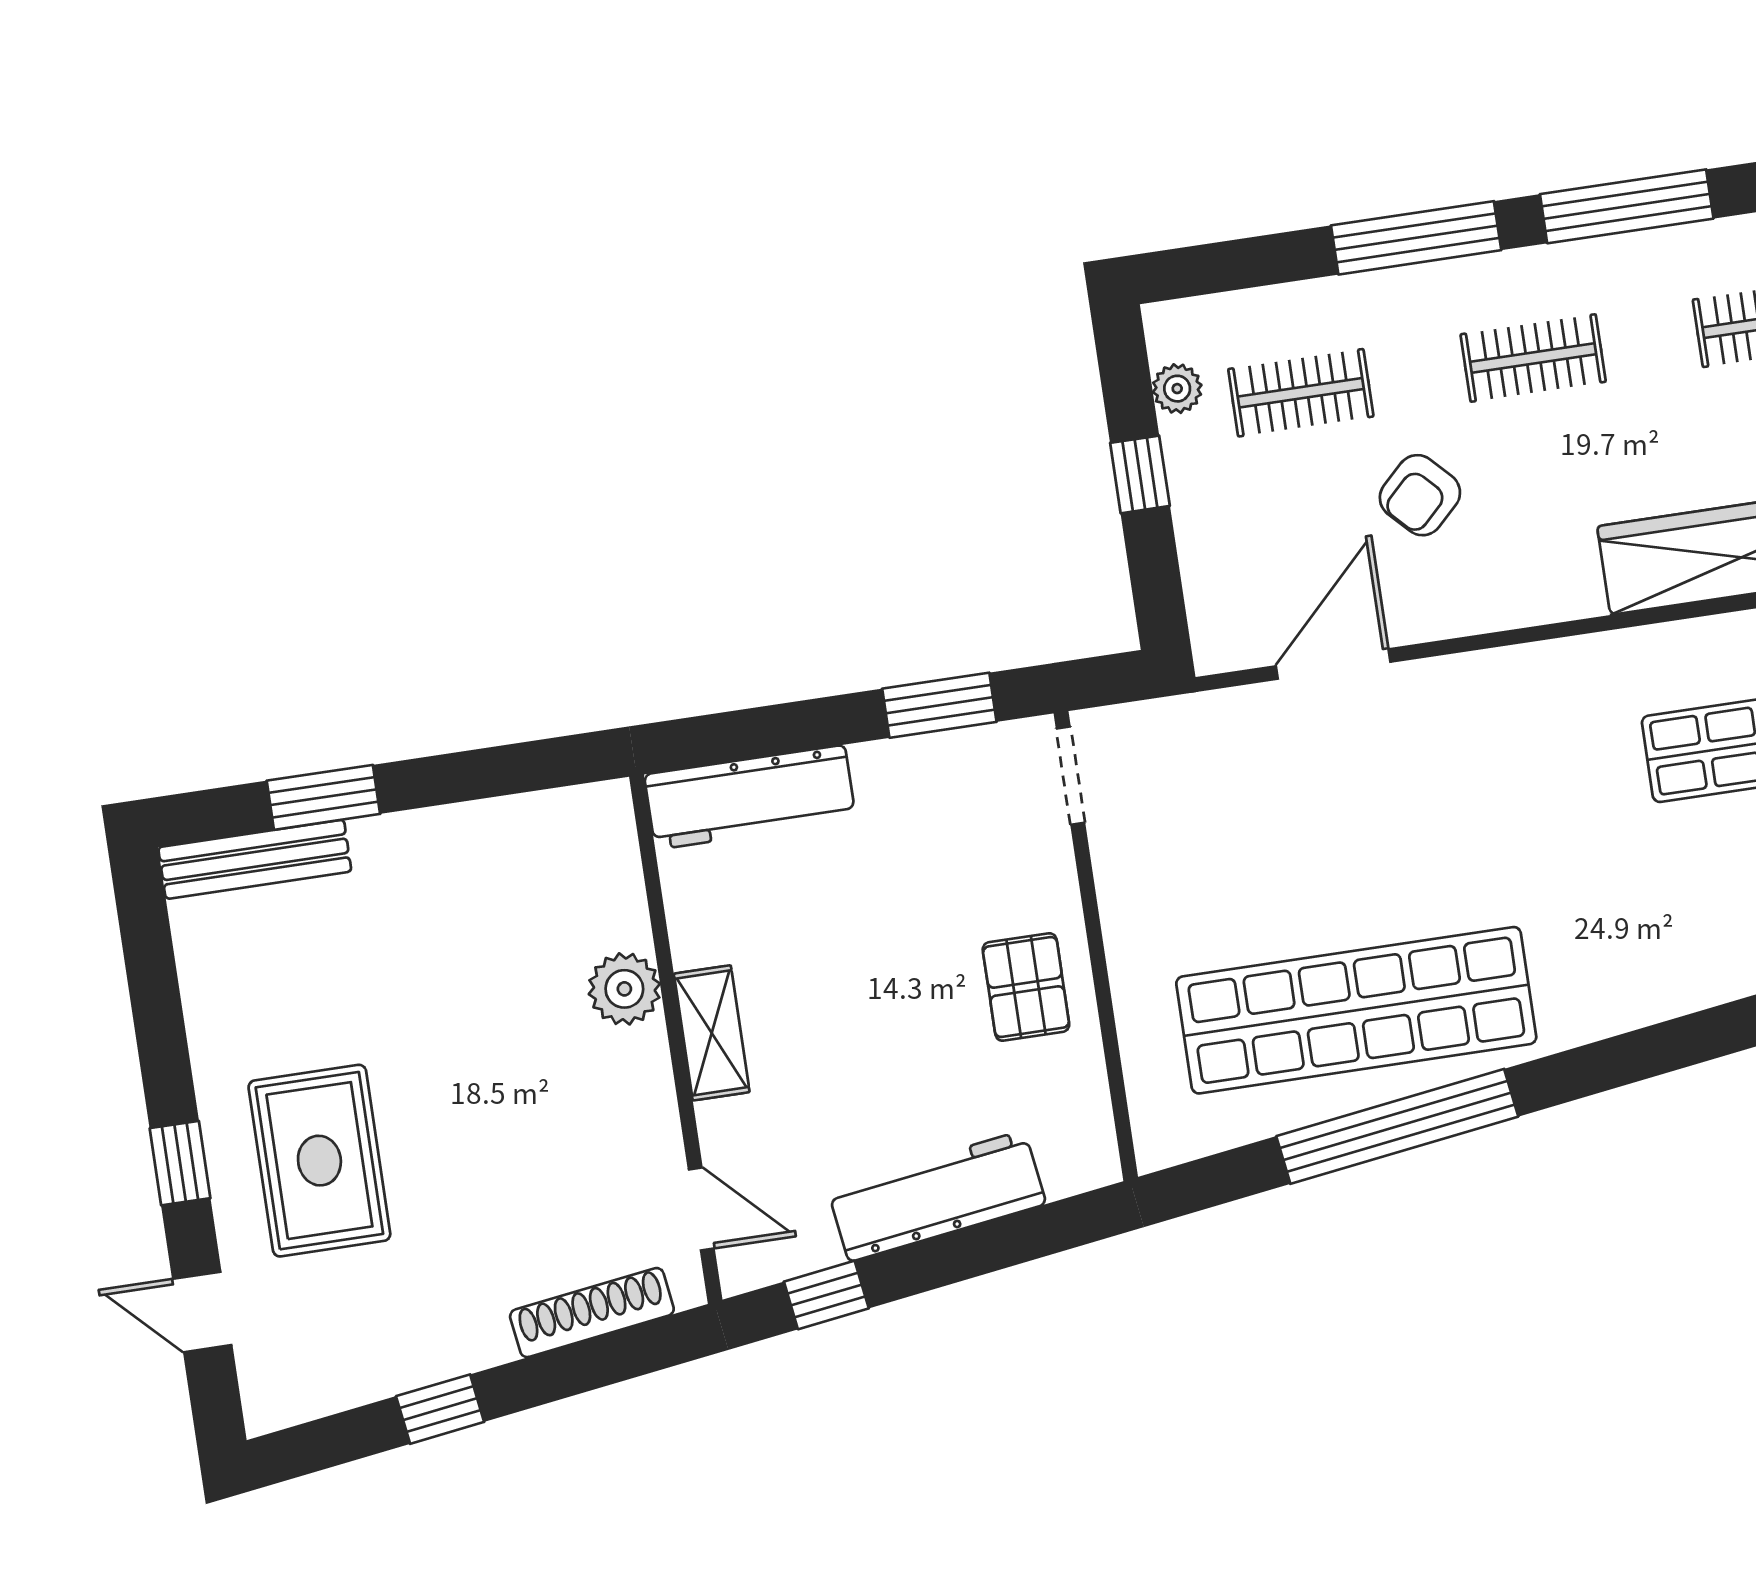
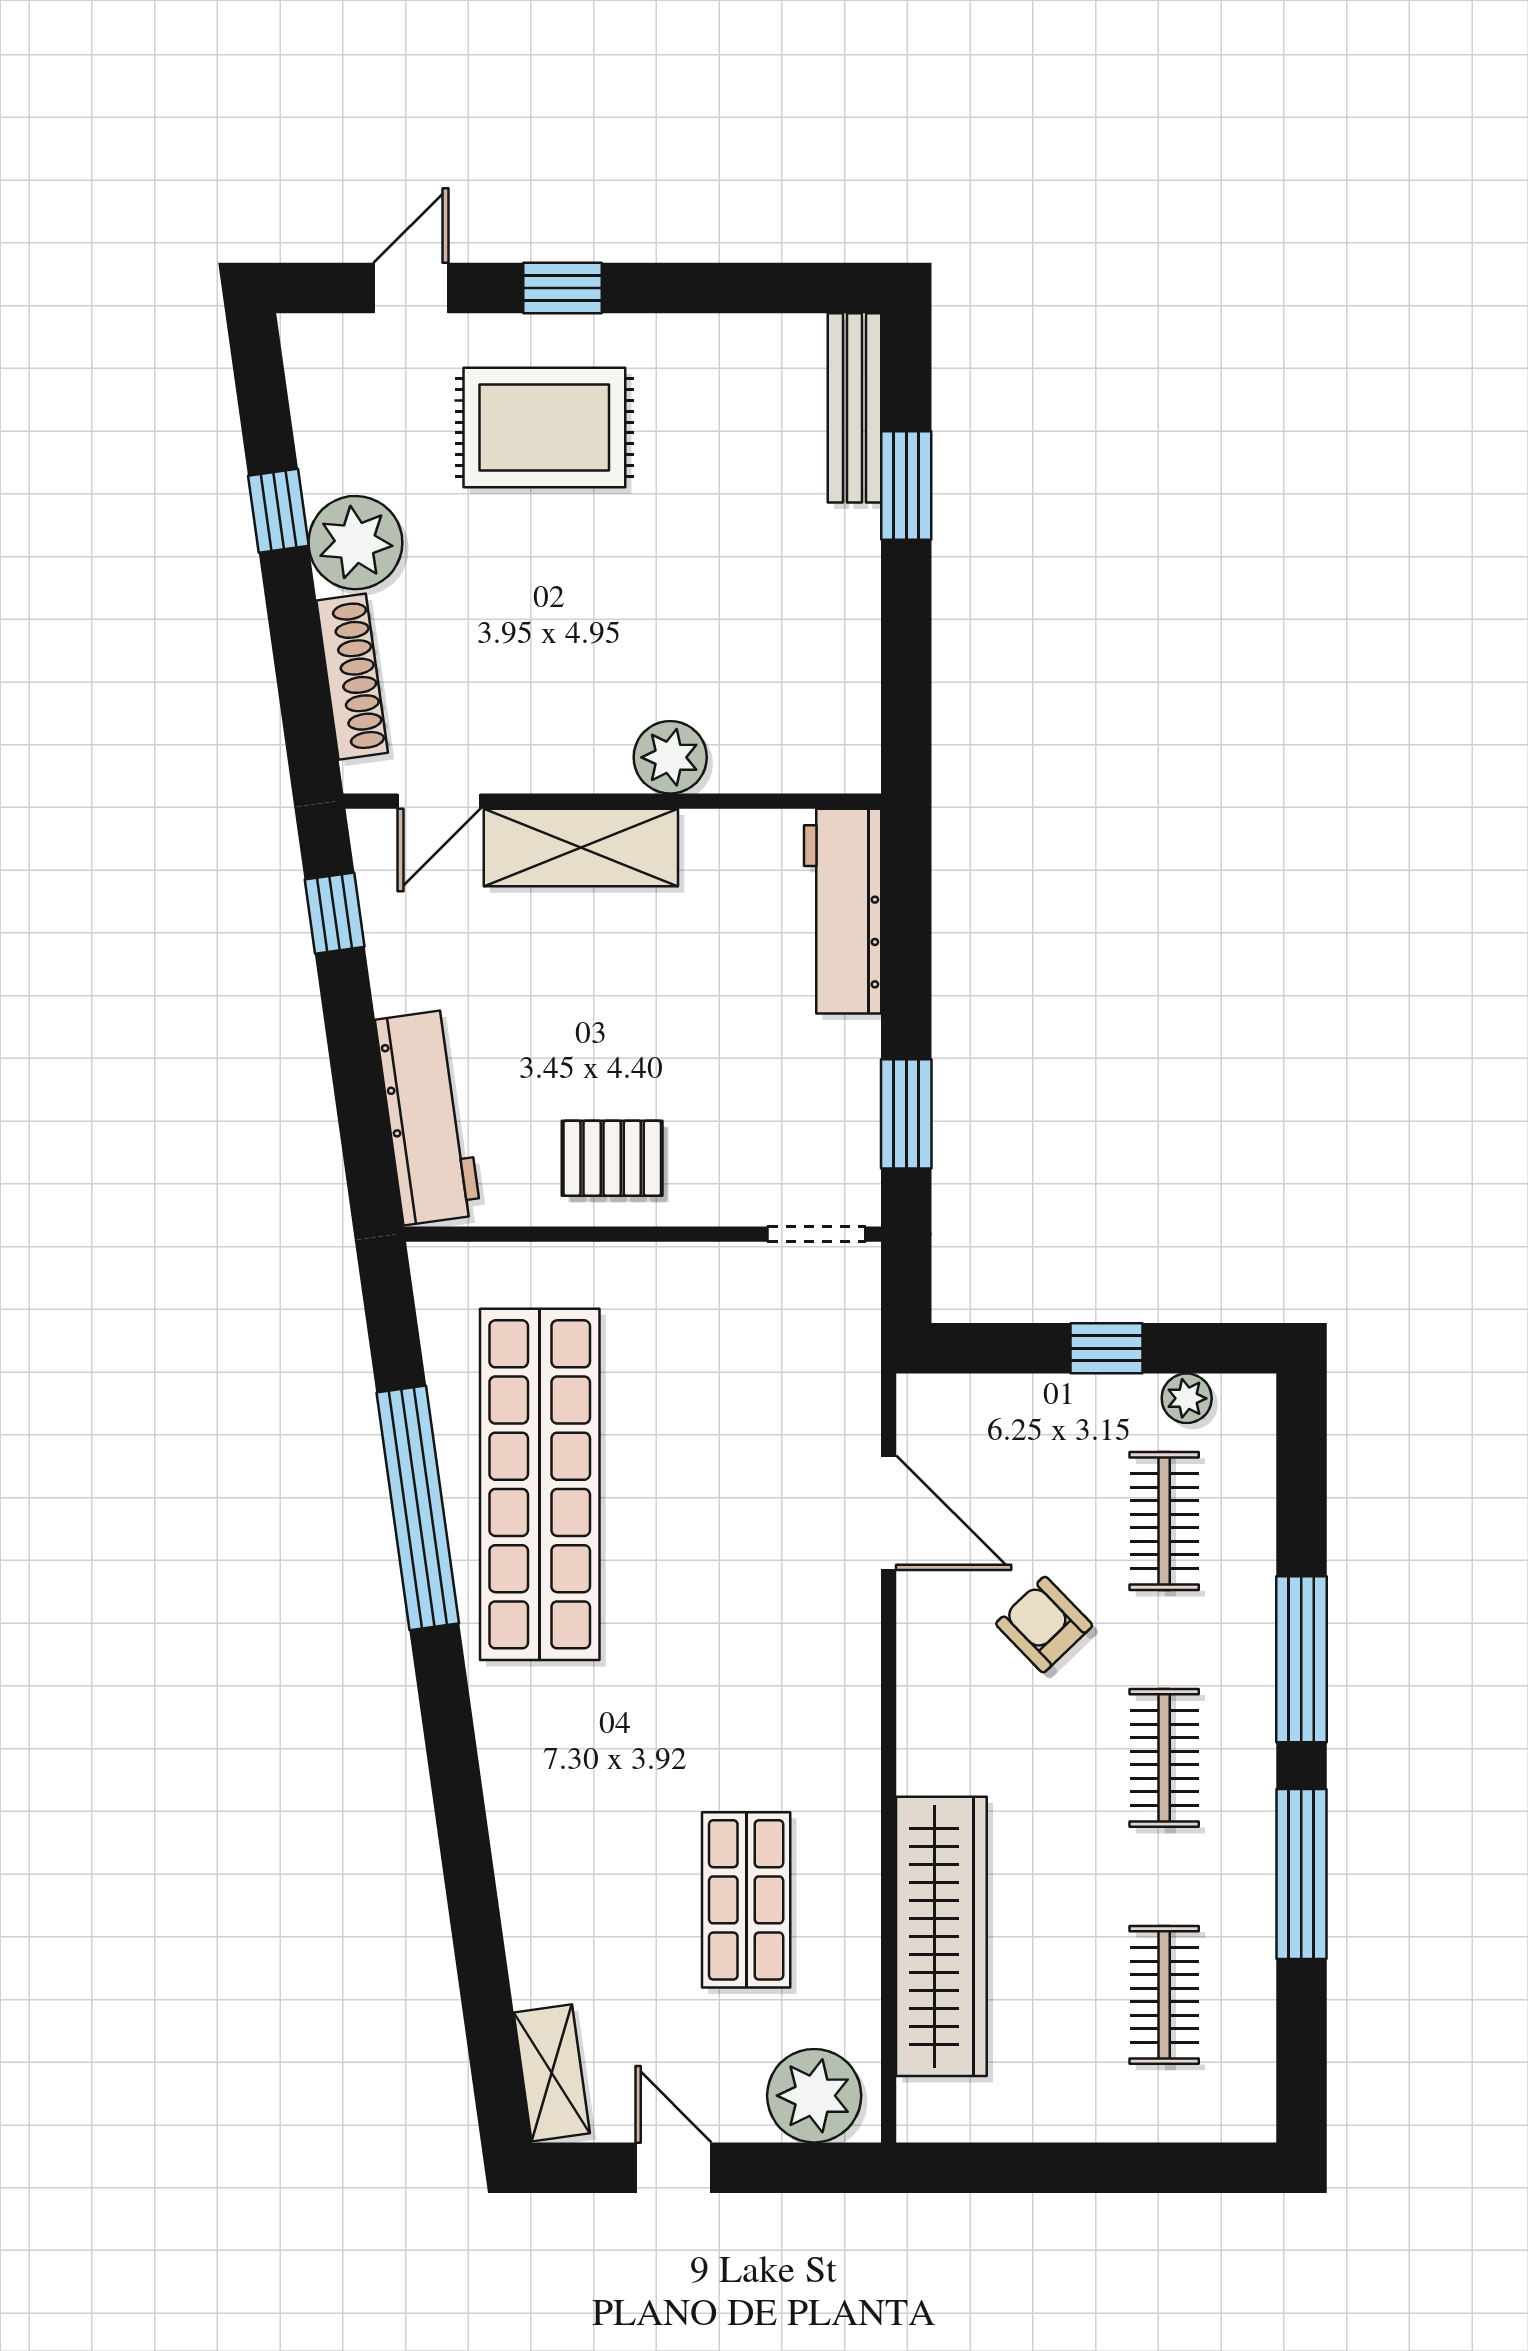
shelving: (712, 1033) -> (581, 848), width x1.50, depth x1.33
workbench: (937, 1196) -> (428, 1117), moved
plant: (460, 1329) -> (355, 543), added

